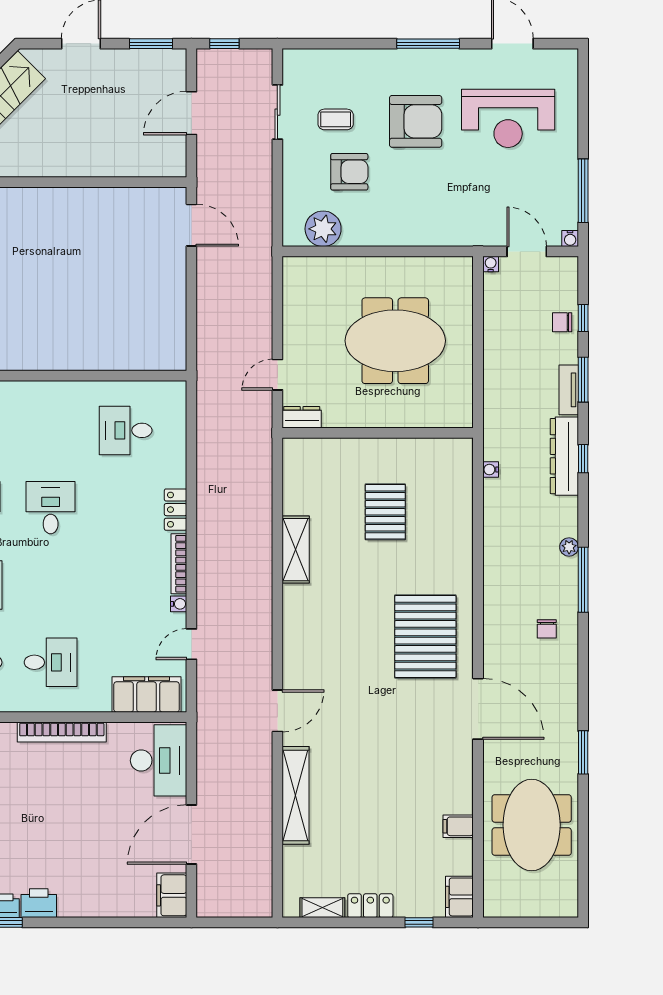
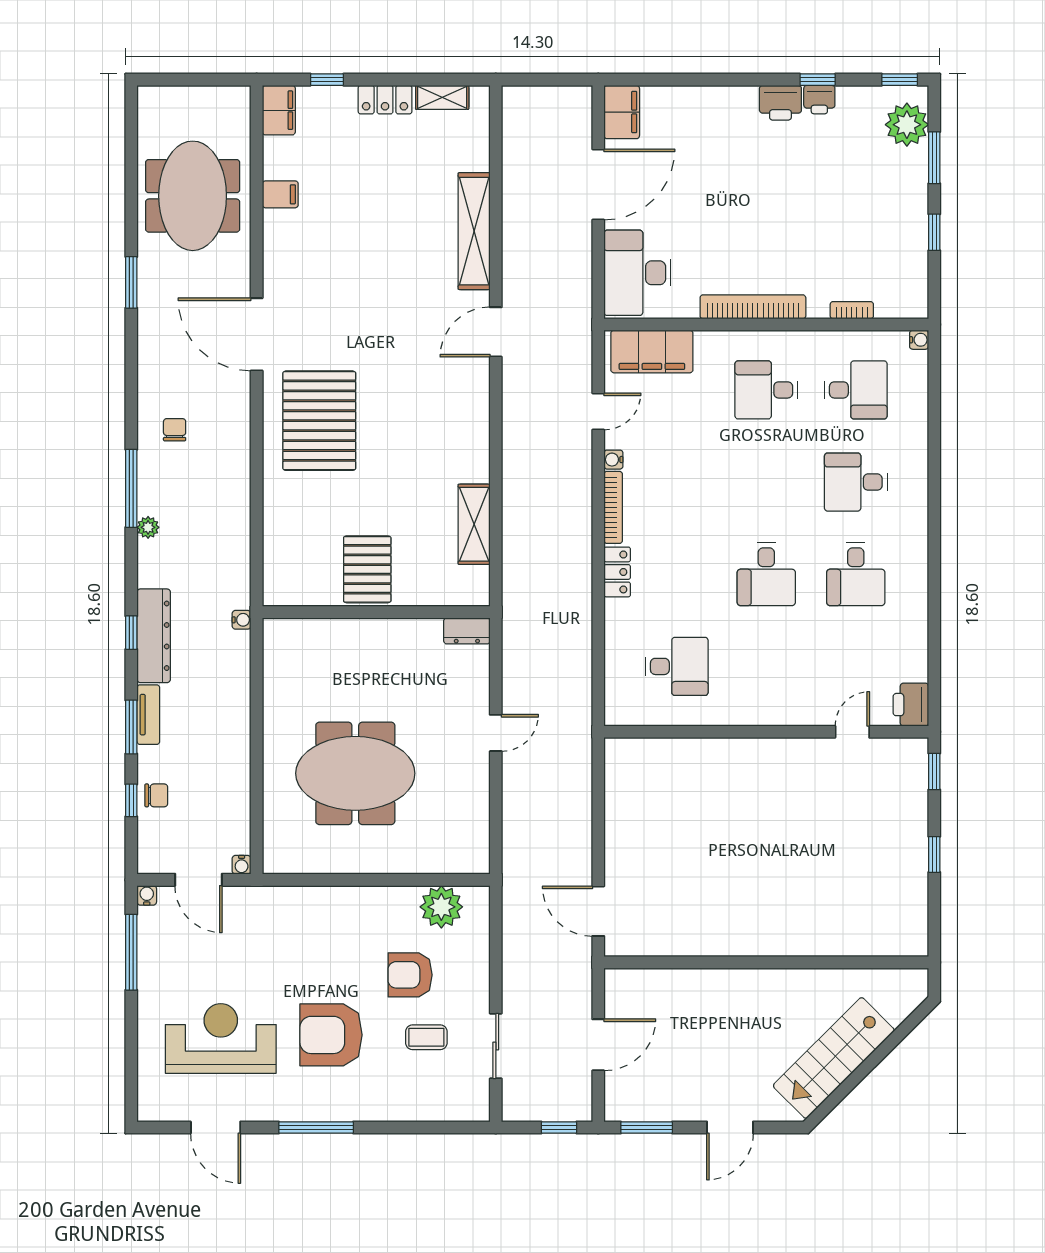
dresser: (302, 417) -> (467, 631), moved
wall: (378, 433) -> (376, 612), moved

